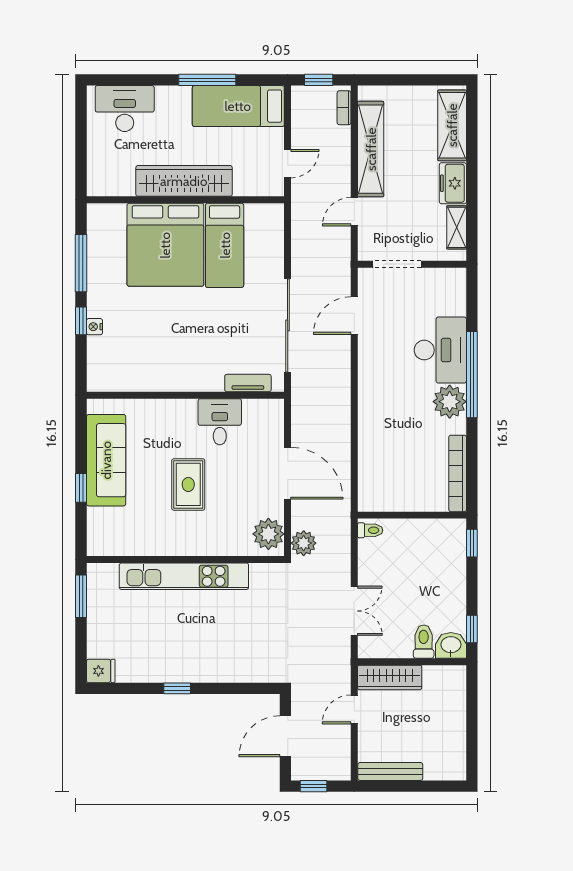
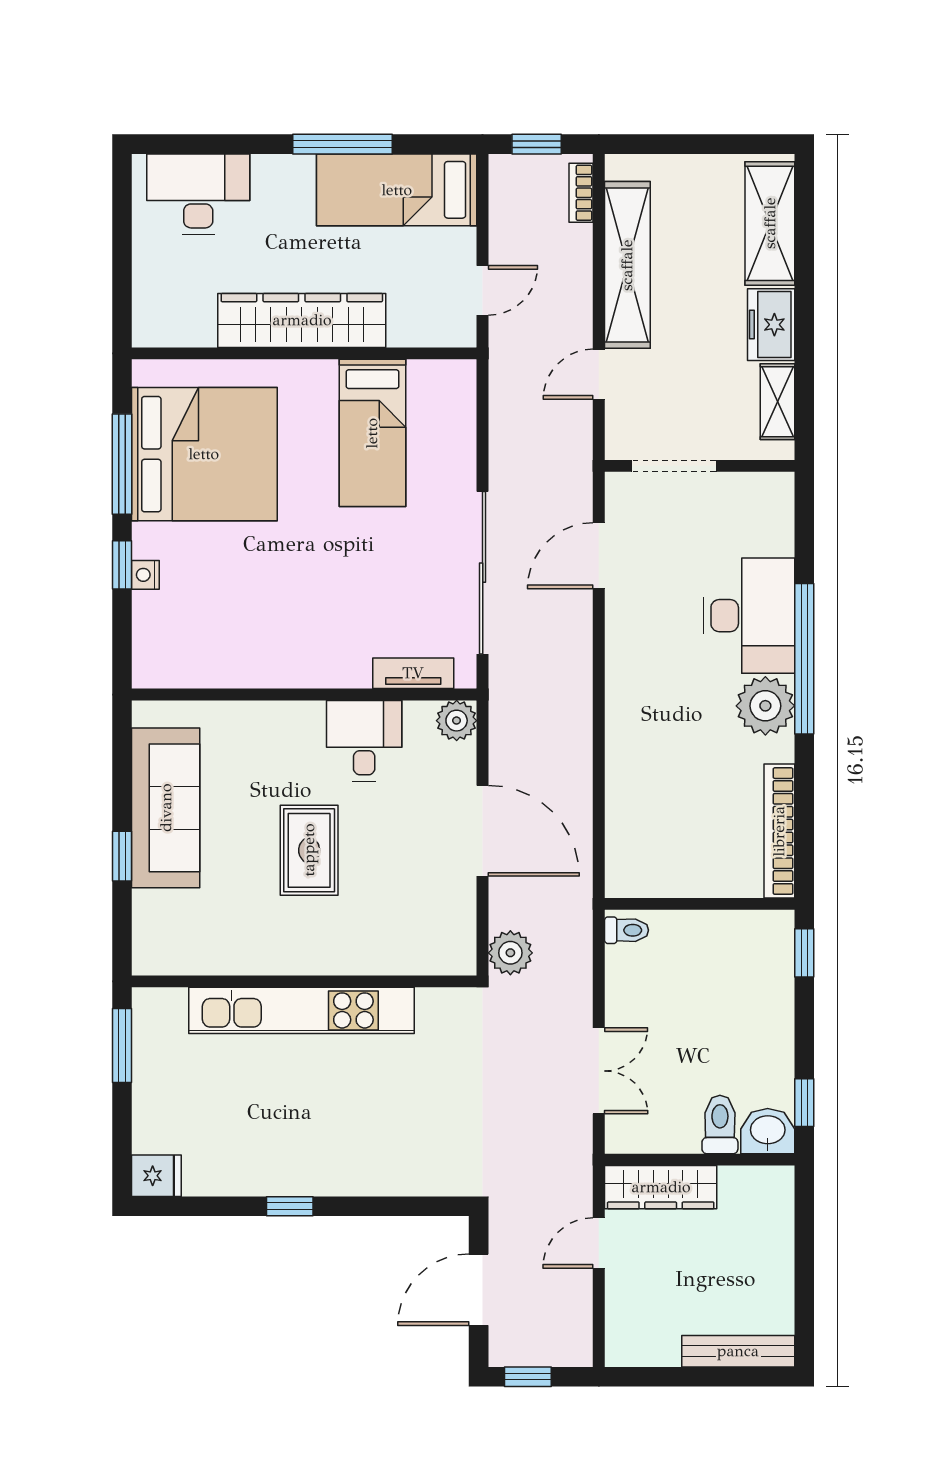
bed: (165, 245) -> (204, 454), moved, turned -90
plant: (268, 534) -> (457, 721), moved, width x0.73, depth x0.73
bench: (390, 771) -> (738, 1351), moved

